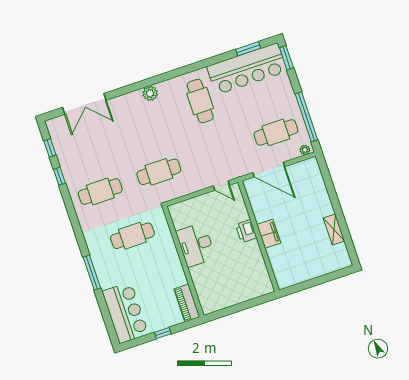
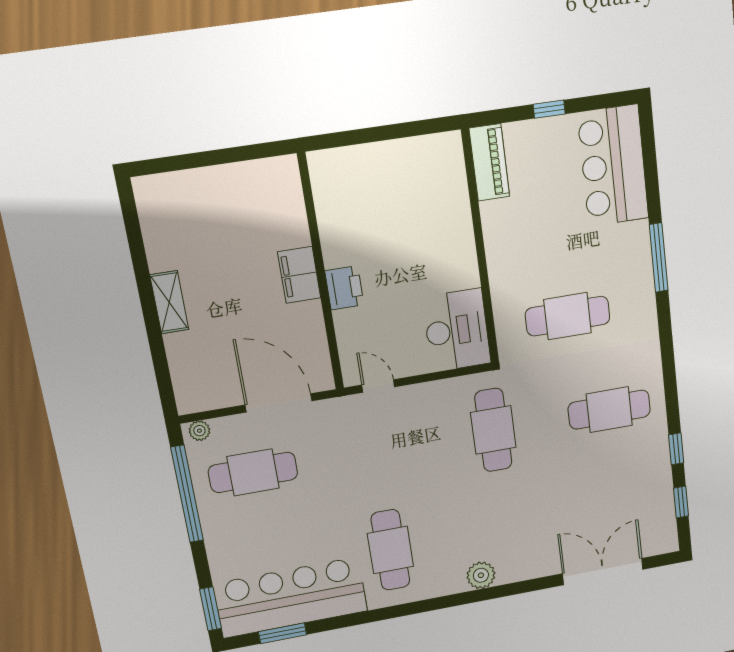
cafe table: (159, 172) -> (493, 430), turned 90
shelving: (334, 229) -> (169, 302), moved
desk: (196, 245) -> (457, 330), moved

